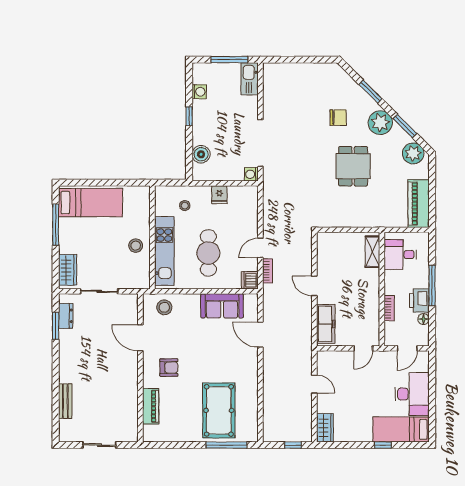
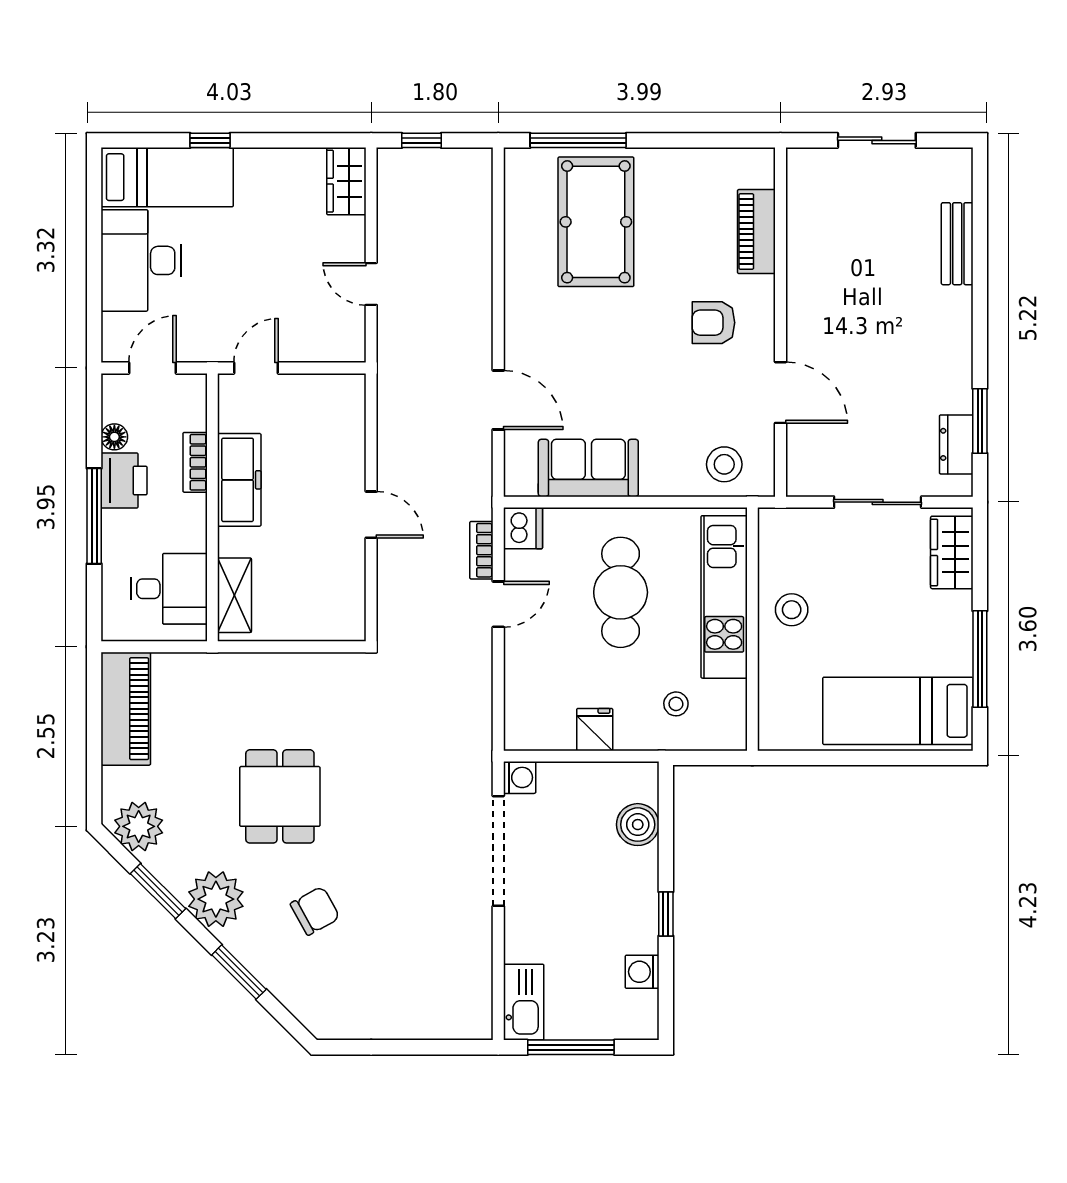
chair: (338, 118) -> (315, 911), turned 151
freezer: (326, 324) -> (239, 480), moved, turned 180

